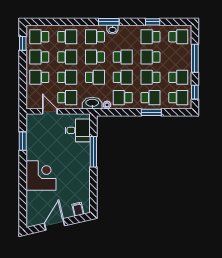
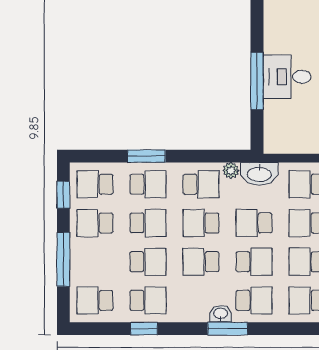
school desk: (151, 98) -> (148, 184), turned 180
desk: (78, 130) -> (287, 77), moved

